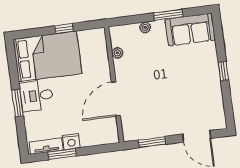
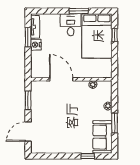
window: (64, 29) -> (115, 35), moved
window: (223, 71) -> (88, 156), moved
window: (18, 103) -> (79, 11), moved

